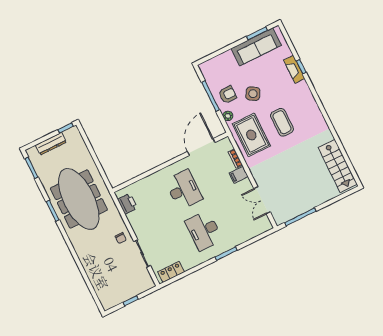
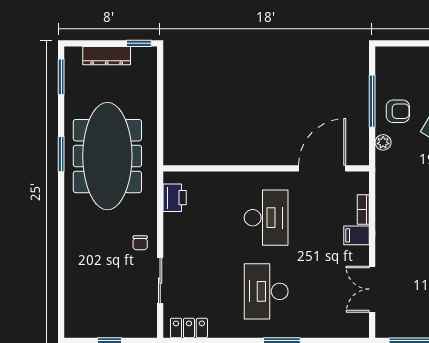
rug: (251, 135) -> (403, 187), removed

